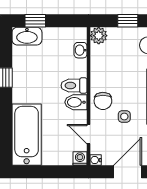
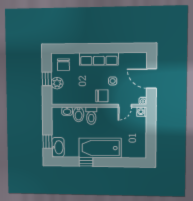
plant: (99, 36) -> (57, 83), moved
bidet: (76, 102) -> (79, 114), moved
bathtub: (27, 135) -> (100, 148), moved

